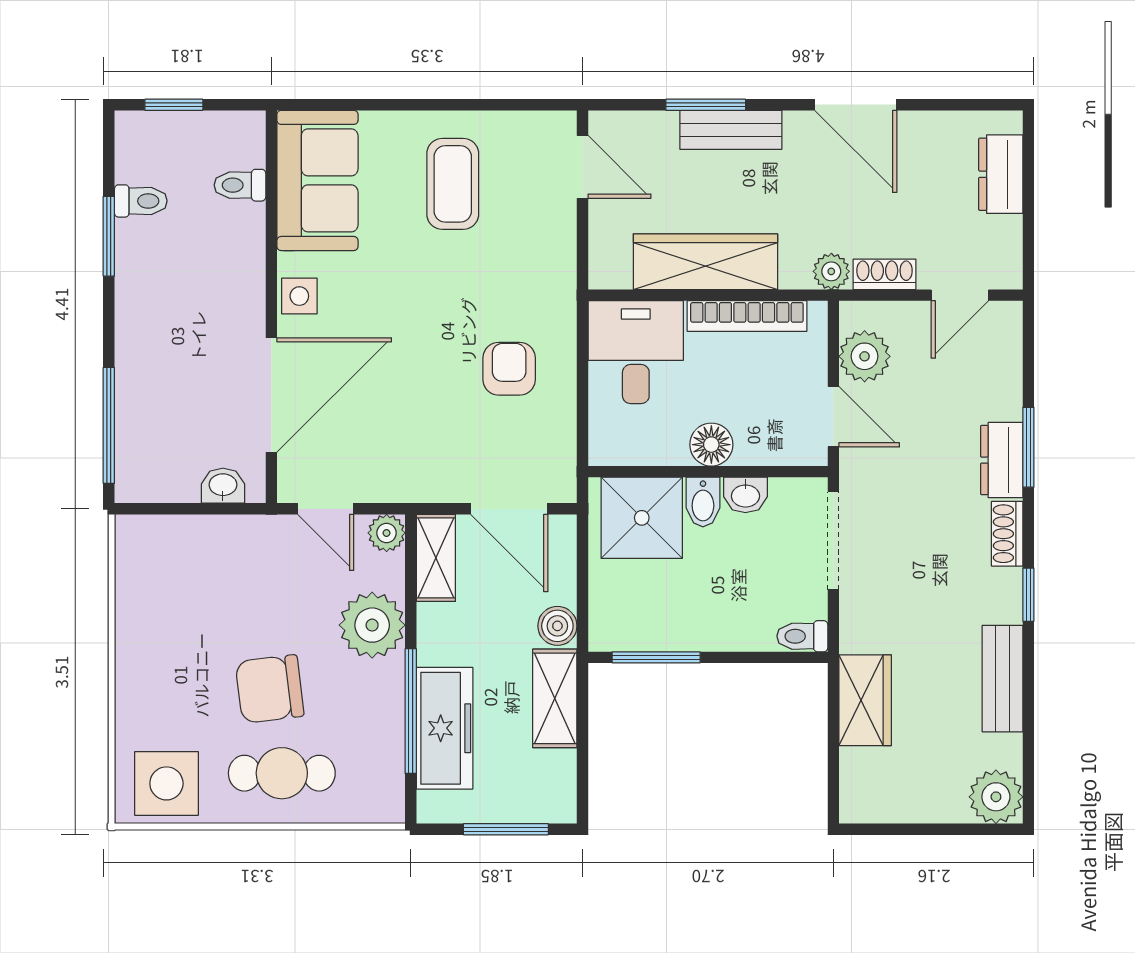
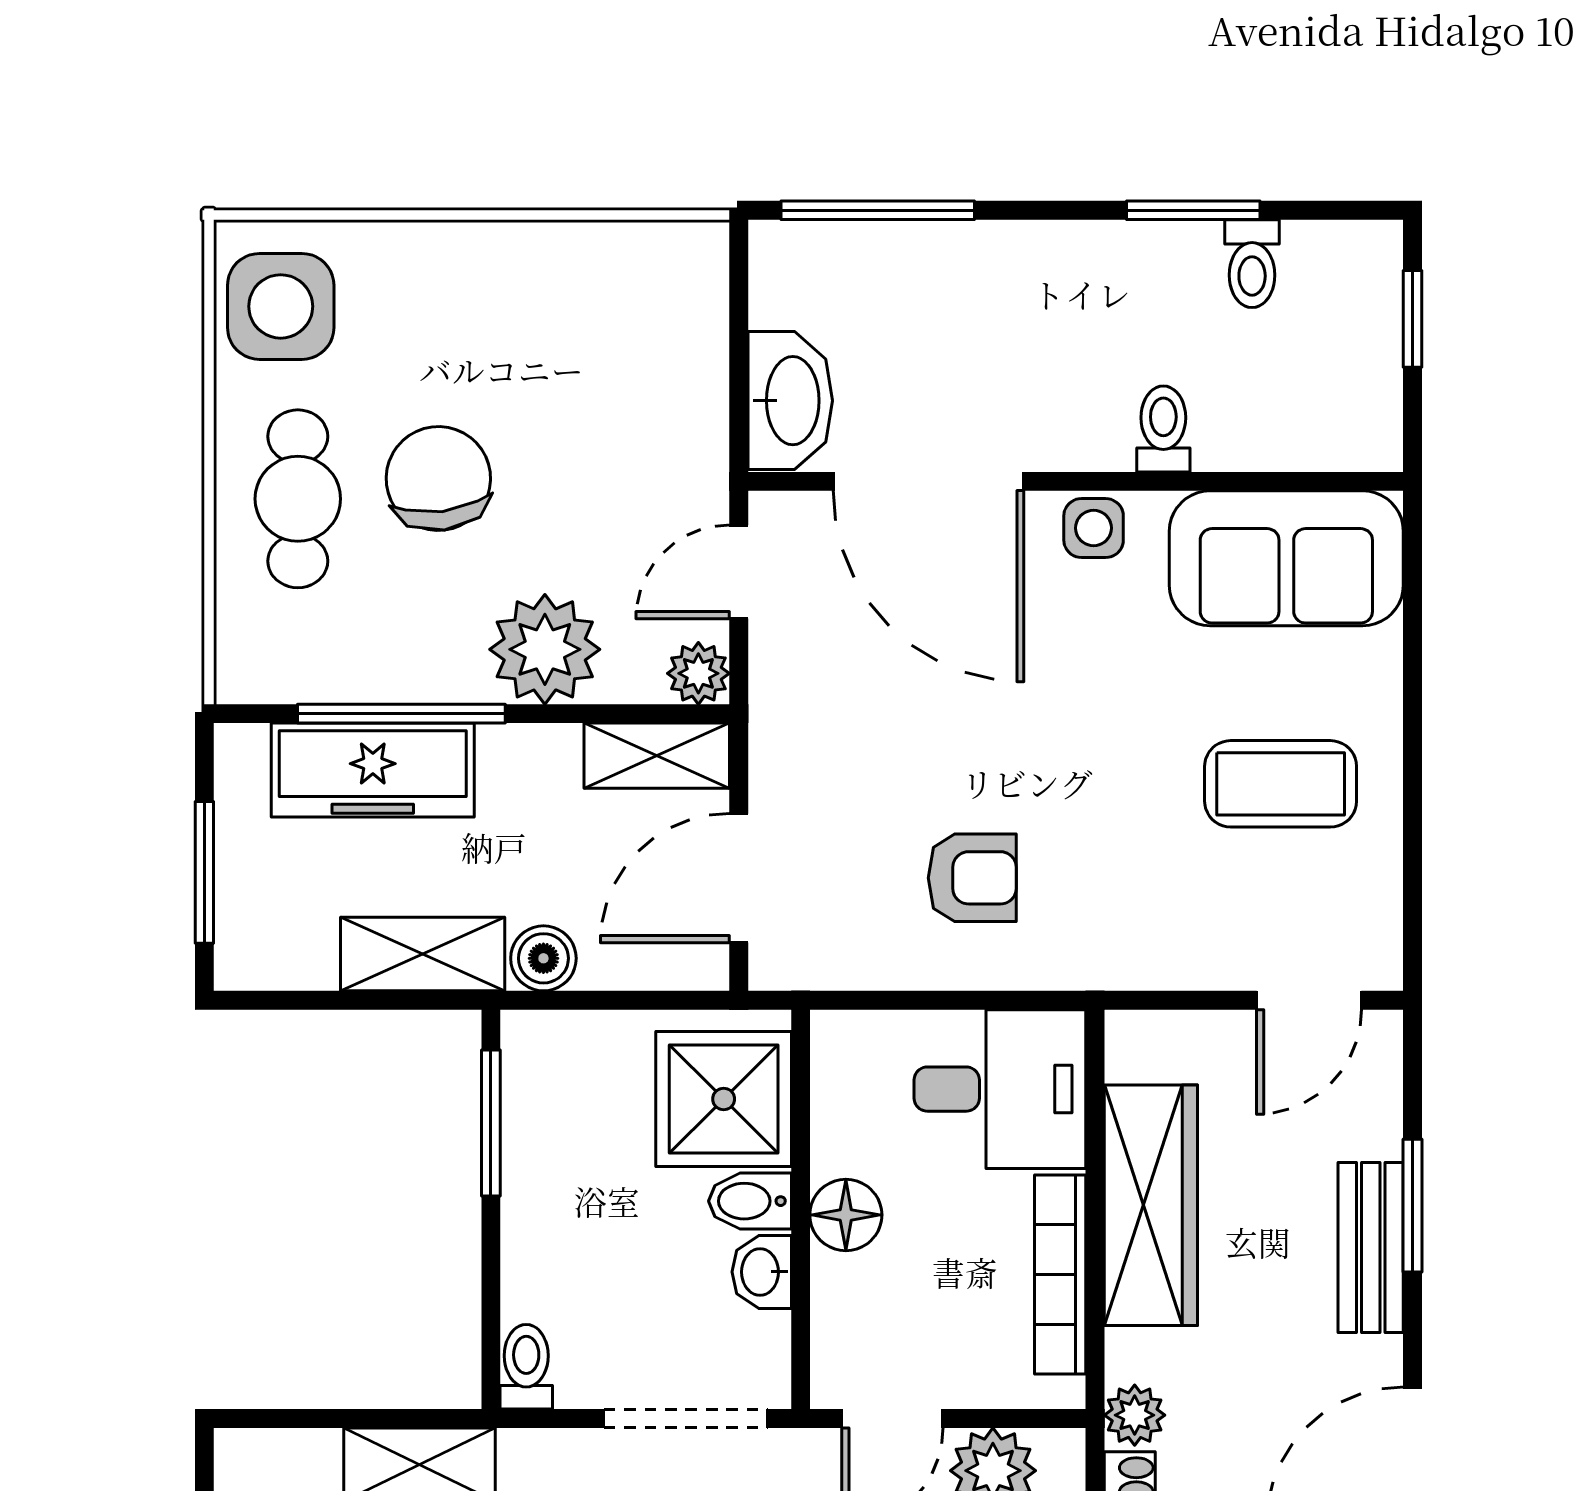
toilet: (240, 185) -> (1163, 429), moved
washbasin: (223, 486) -> (790, 401), width x1.91, depth x1.45

